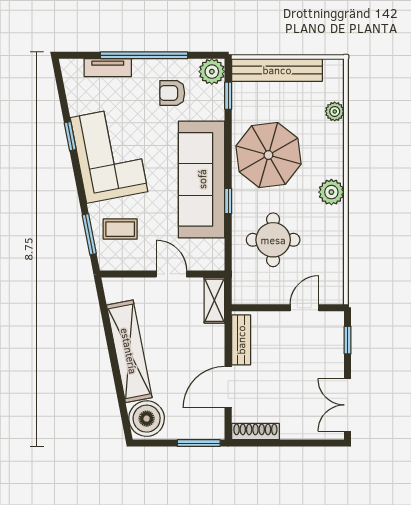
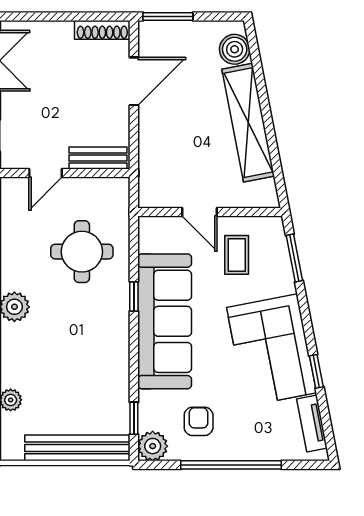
tv unit: (108, 68) -> (312, 424), moved, turned -101
armchair: (172, 93) -> (199, 421), turned -90
parasol: (268, 155) -> (87, 350), removed
coffee table: (120, 229) -> (237, 255), moved, turned 90
shelving: (214, 300) -> (150, 182), removed
bench: (241, 340) -> (98, 158), moved, turned 90
boiler: (147, 419) -> (235, 49), width x0.73, depth x0.73

